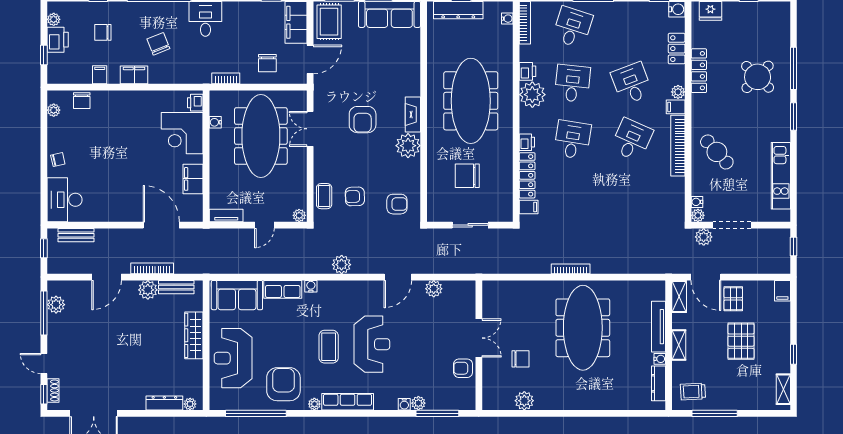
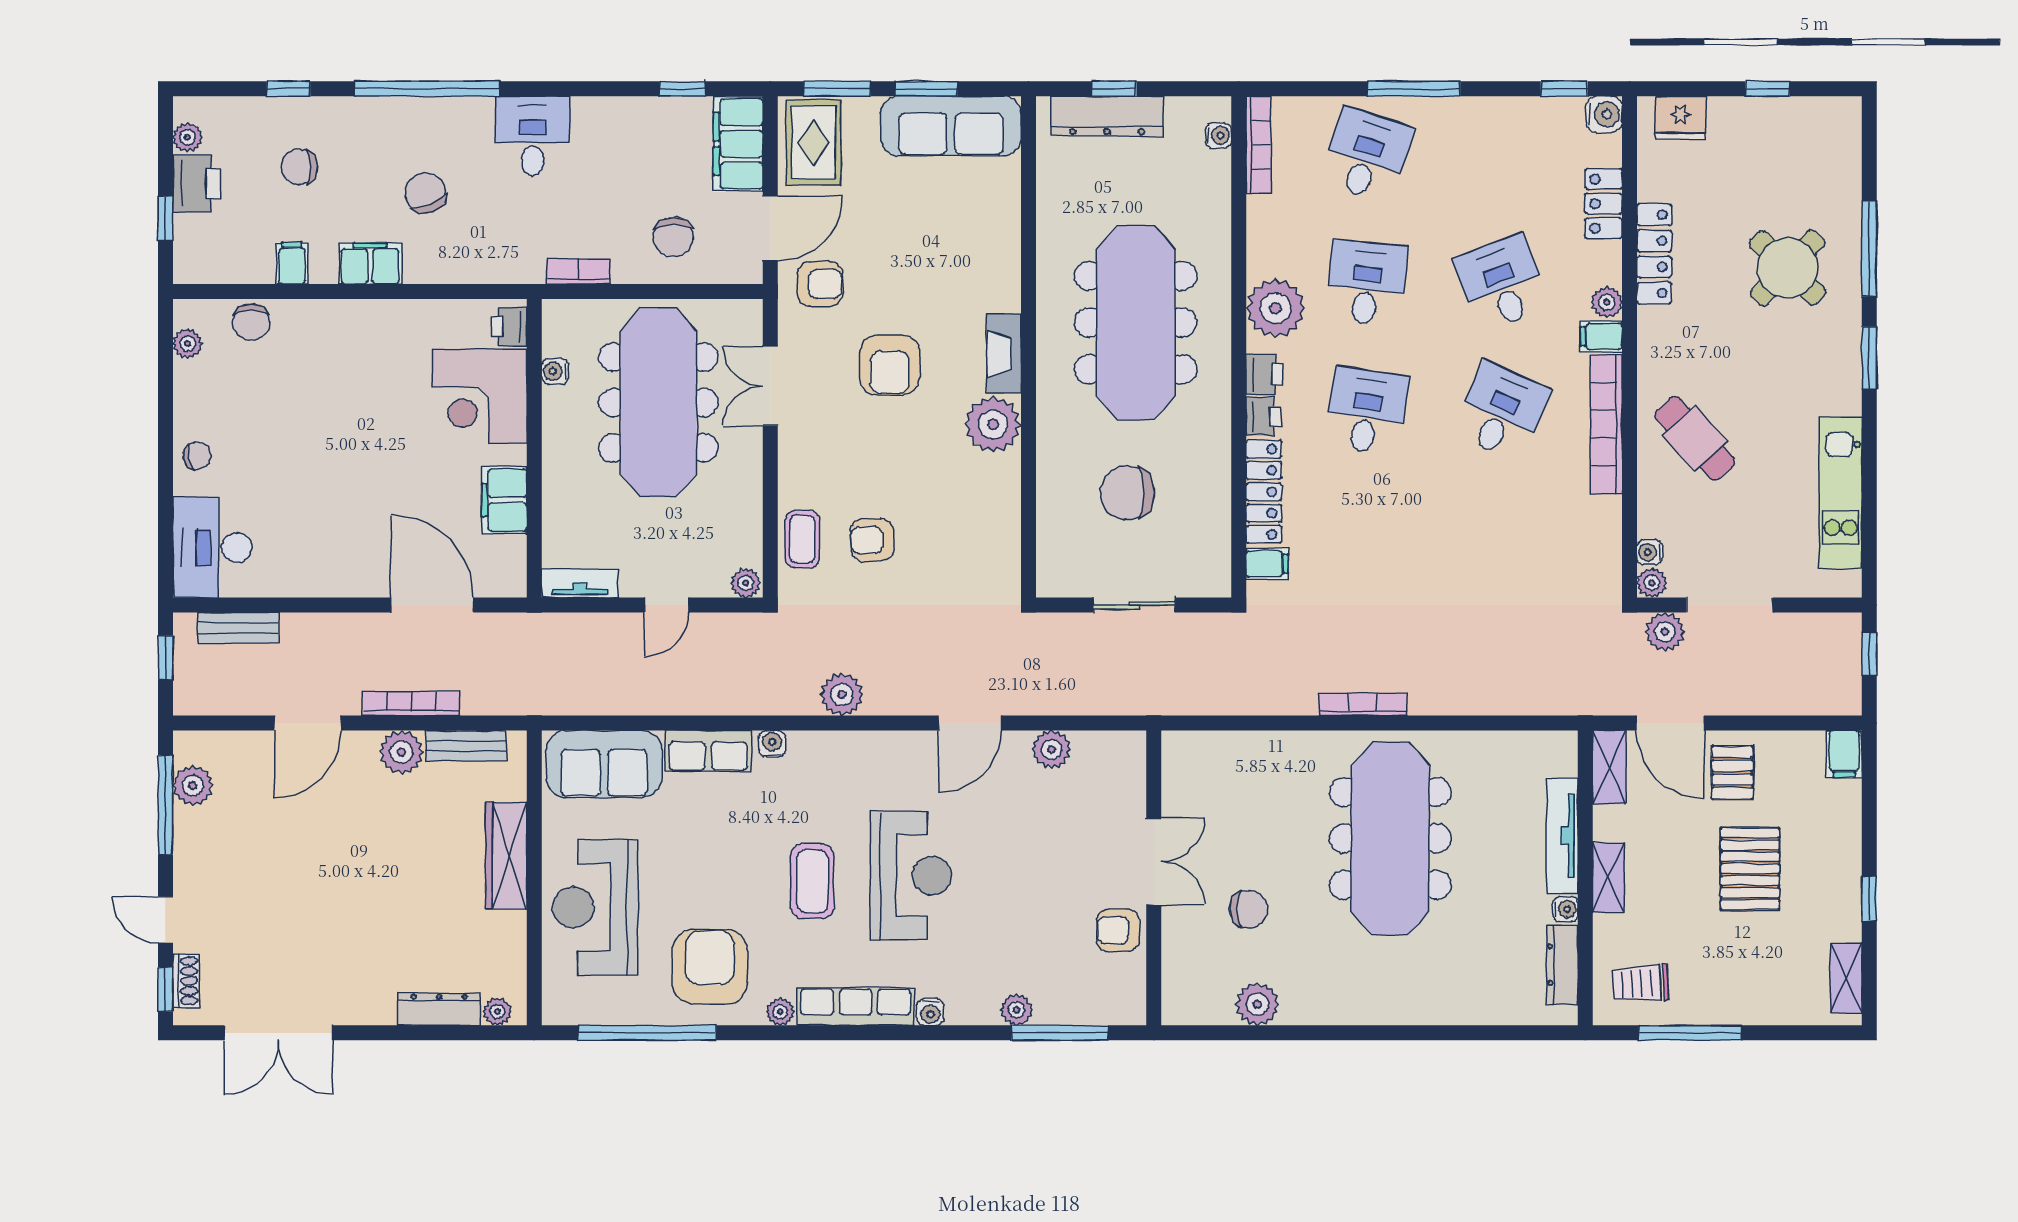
printer: (527, 71) -> (1264, 374), moved
armchair: (397, 204) -> (820, 284), moved
water cooler: (404, 404) -> (930, 1012), moved

